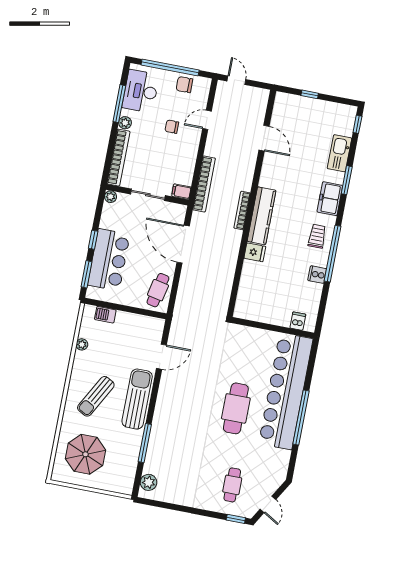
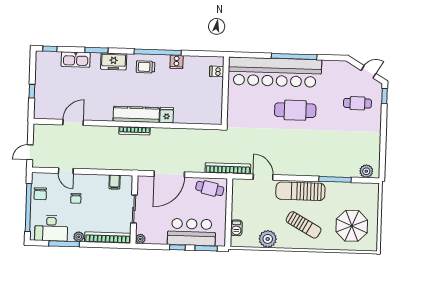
bookcase: (204, 184) -> (228, 168), moved
filing cabinet: (181, 192) -> (115, 182), moved
plant: (82, 344) -> (268, 239), width x1.88, depth x1.88

